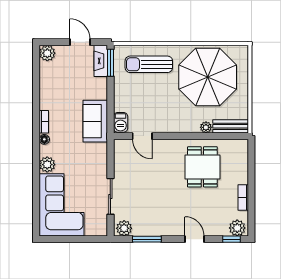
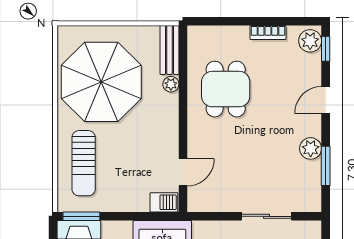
dining table: (202, 167) -> (226, 89), turned 90
plant: (124, 228) -> (311, 148), moved

